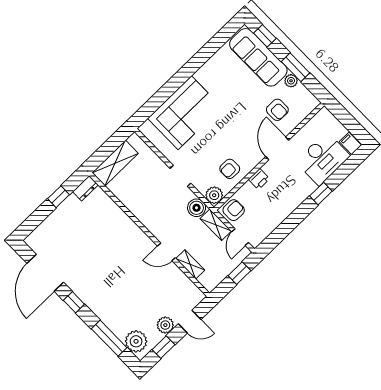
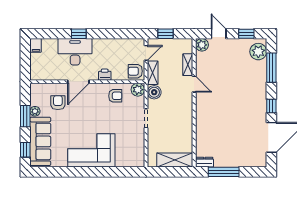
corner sofa: (185, 113) -> (91, 150), moved
desk: (323, 159) -> (75, 52), moved
window: (58, 197) -> (224, 172), width x2.17
plant: (165, 325) -> (202, 45), moved

